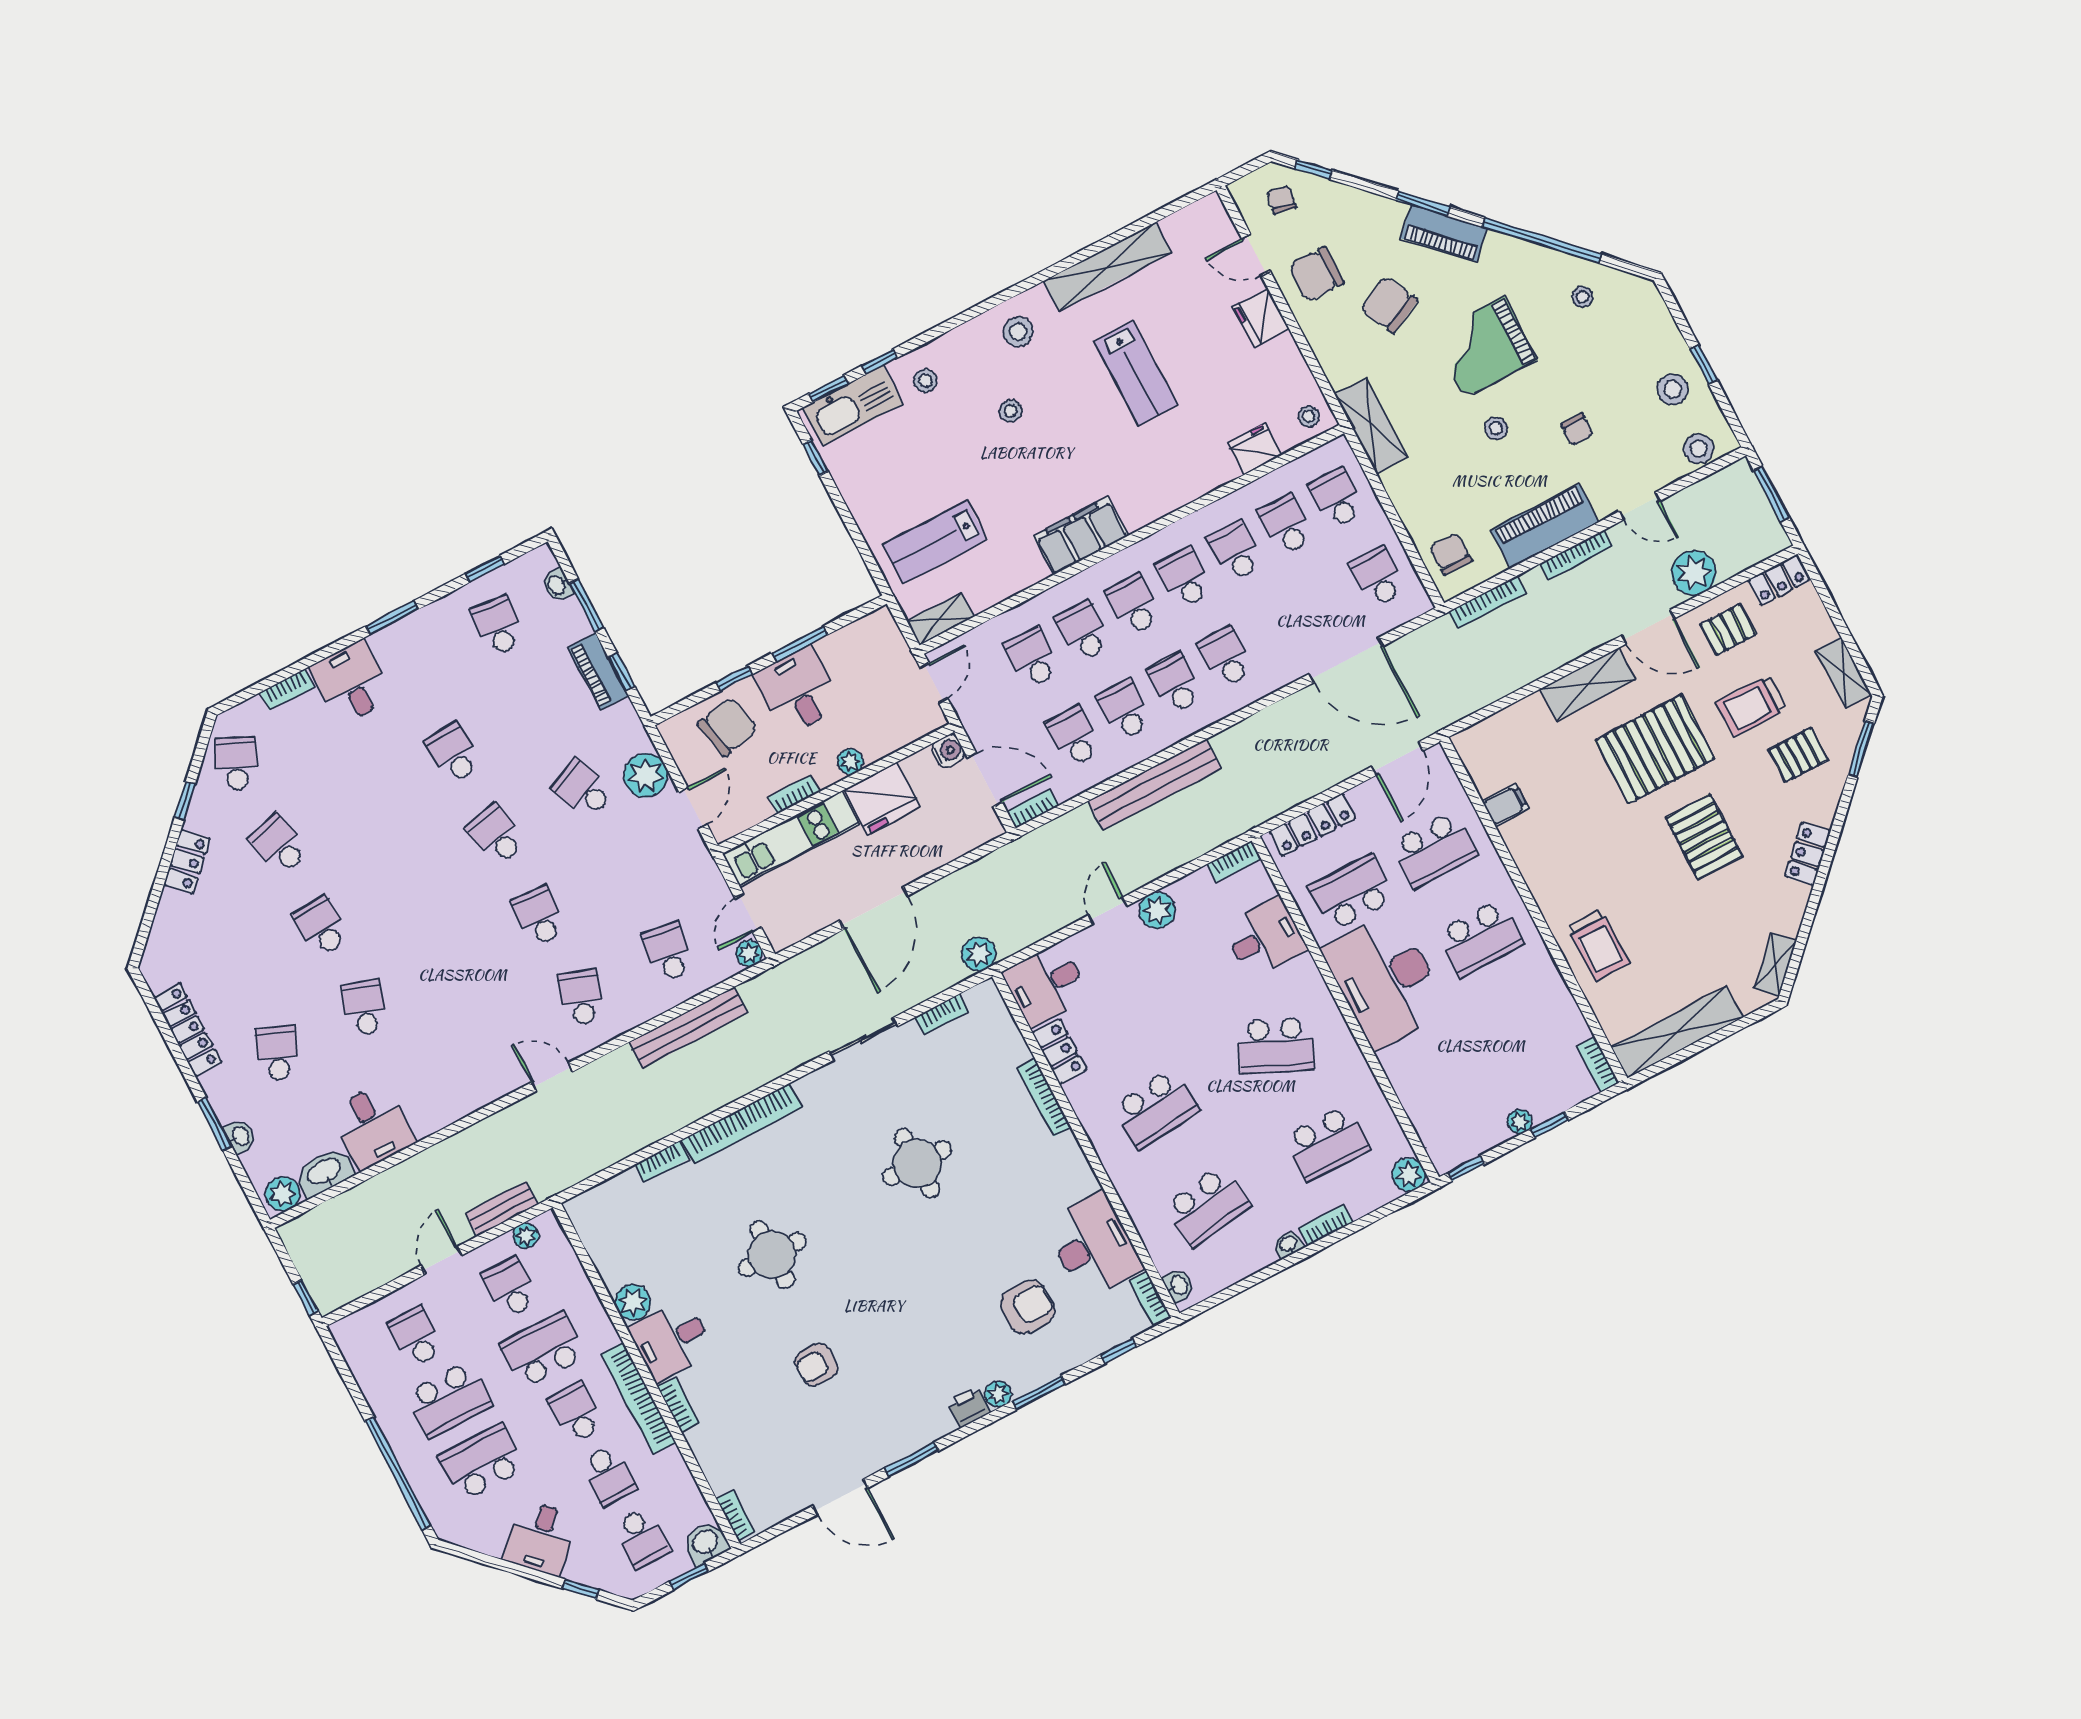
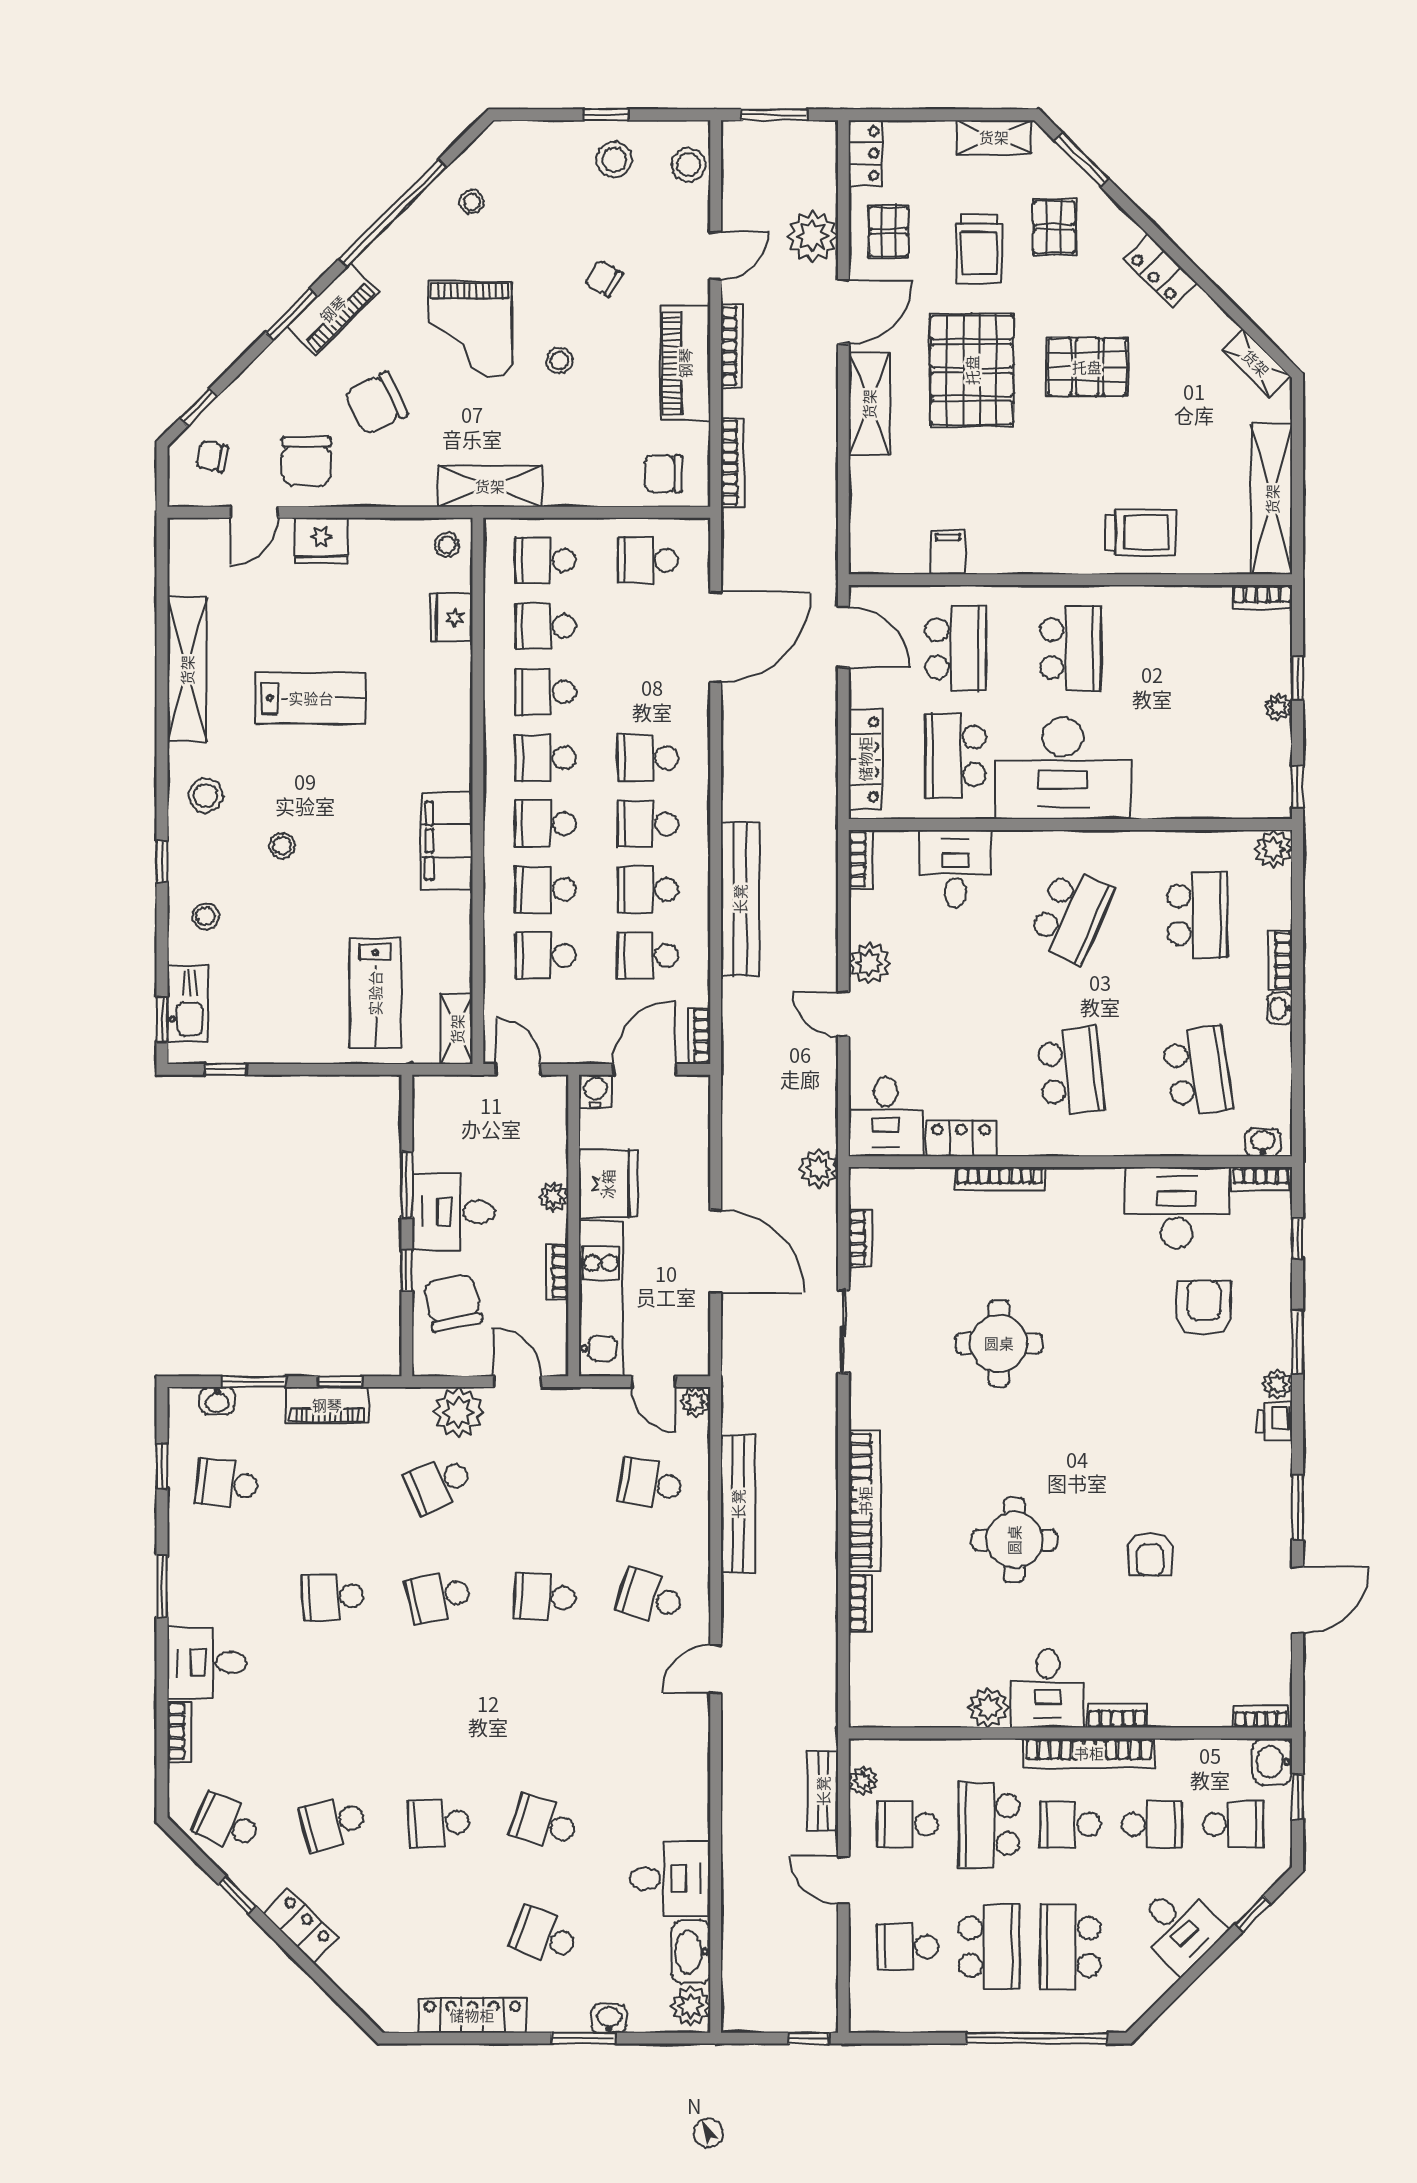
window: (879, 362) -> (162, 862), moved
kitchen sink: (853, 406) -> (188, 1004), width x0.73, depth x0.81
chair: (1577, 429) -> (604, 278), turned -150

